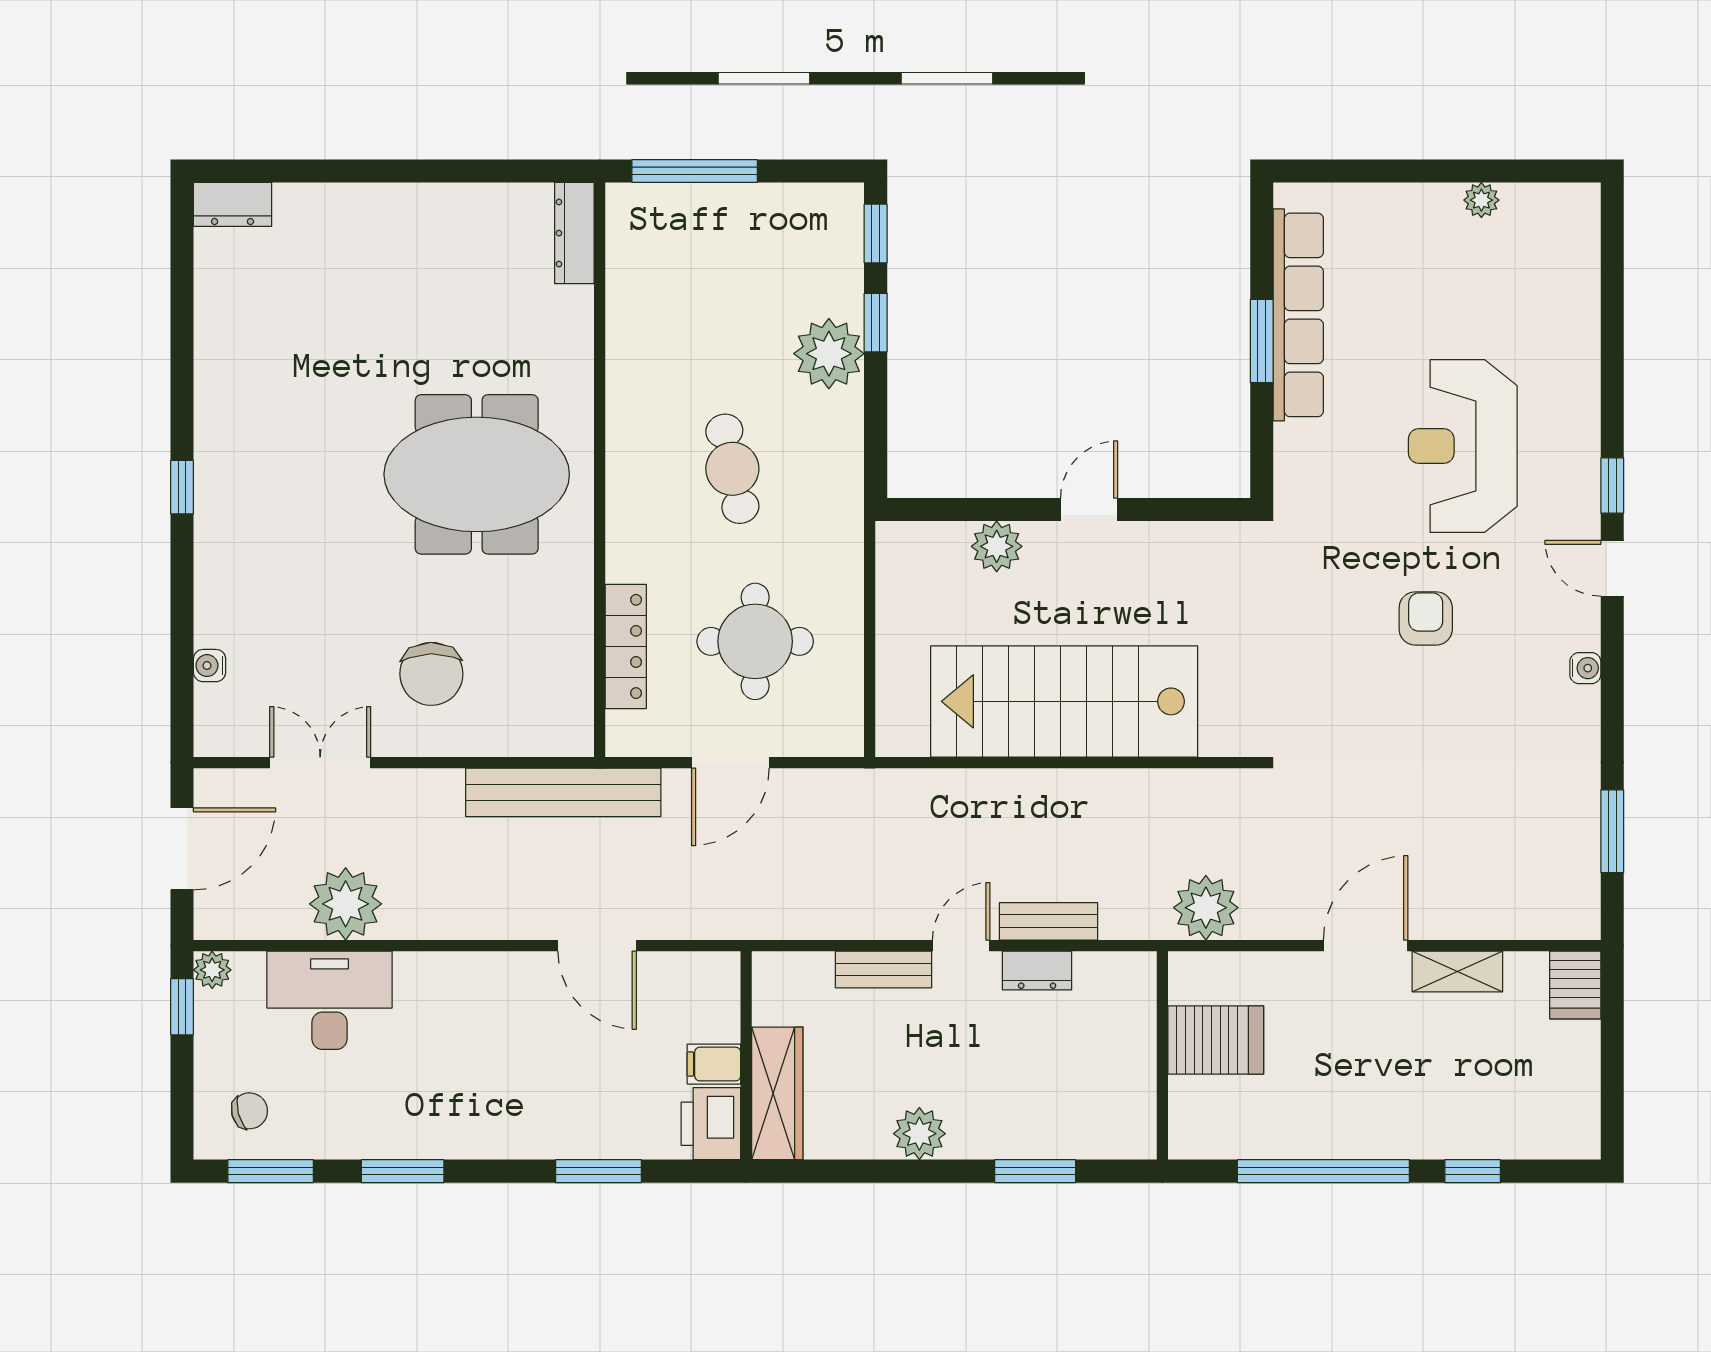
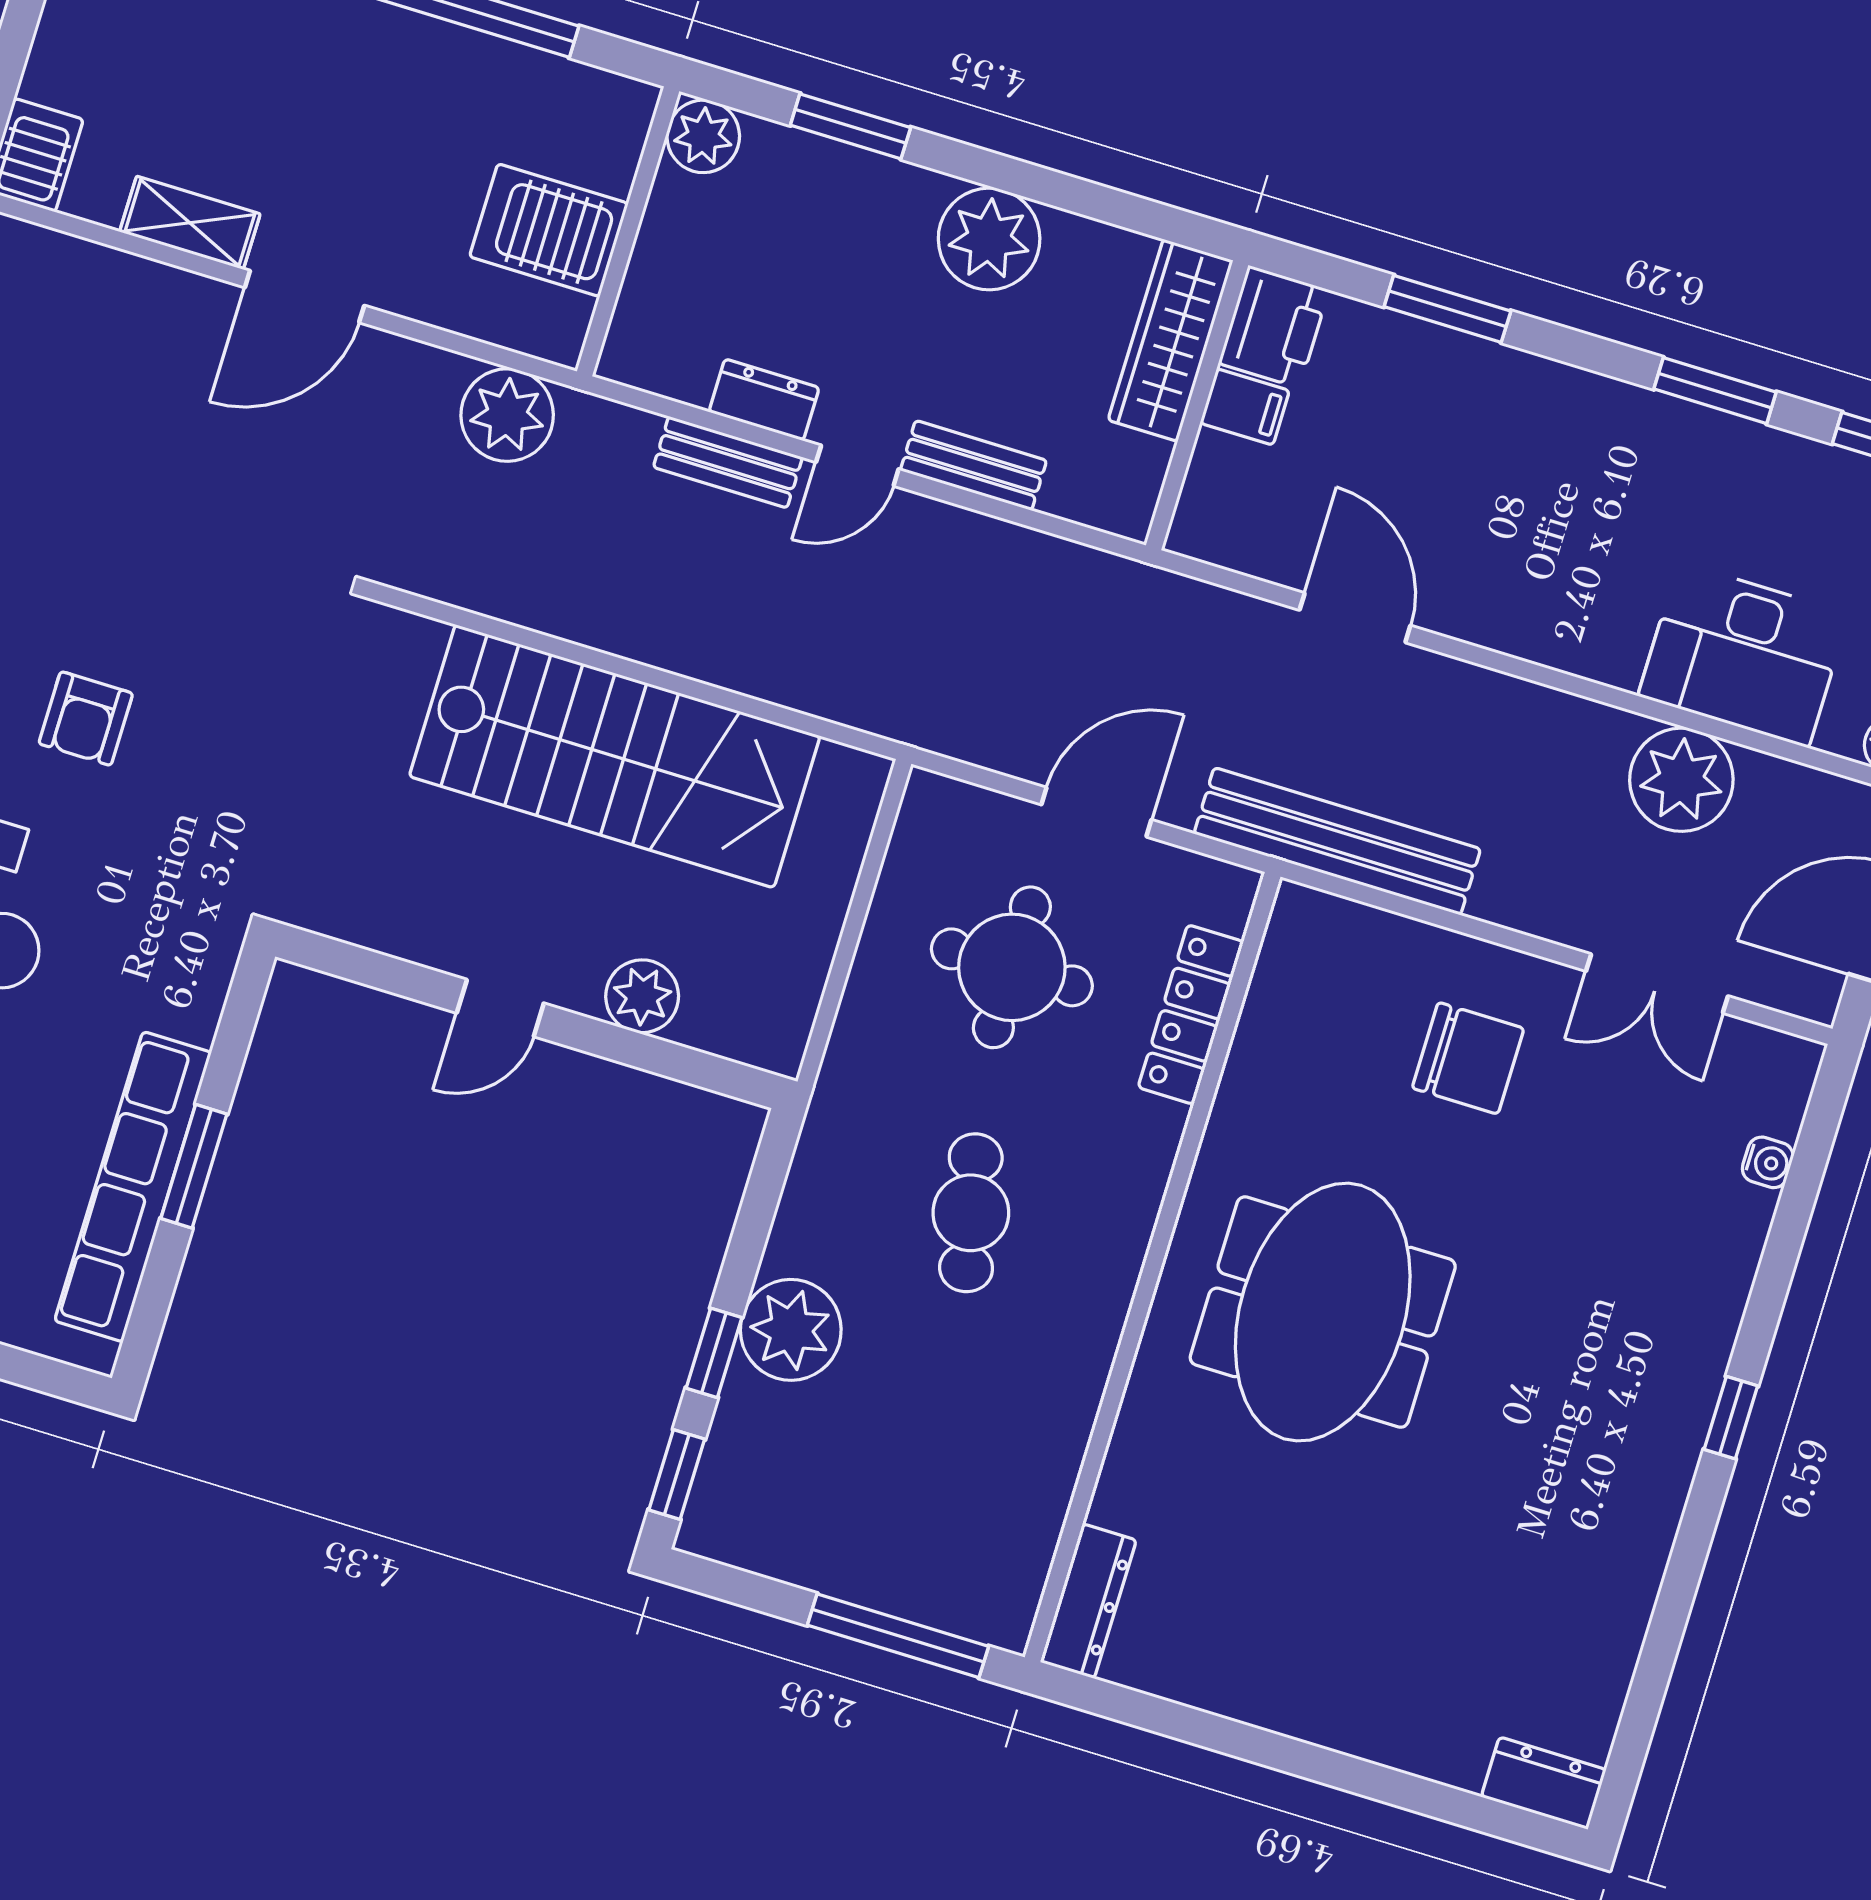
meeting table: (477, 474) -> (1323, 1312), turned 90
chair: (431, 674) -> (1468, 1058), turned 91
plant: (919, 1134) -> (989, 239), width x1.36, depth x1.36
plant: (1132, 1134) -> (703, 136), added

